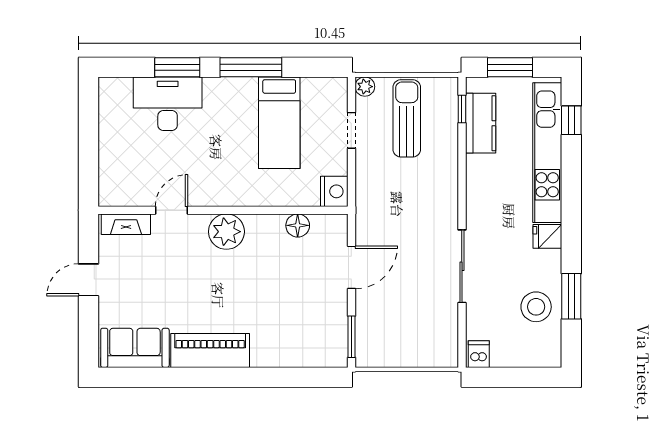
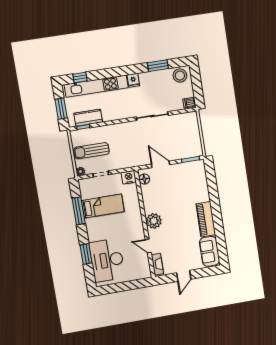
window: (251, 67) -> (79, 211), moved
desk: (168, 104) -> (107, 260), width x1.36, depth x1.30
floor lamp: (298, 225) -> (144, 179), moved
door: (88, 280) -> (184, 276), hinge flipped
stool: (536, 307) -> (180, 75), moved

